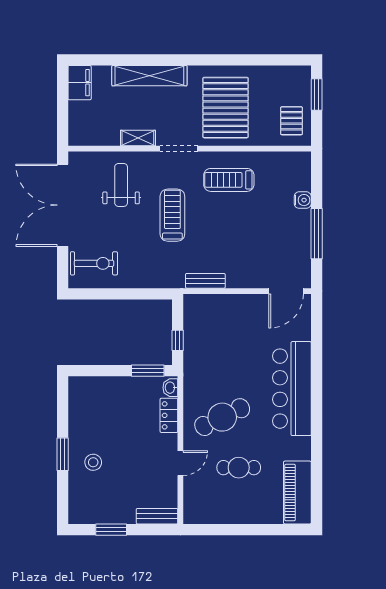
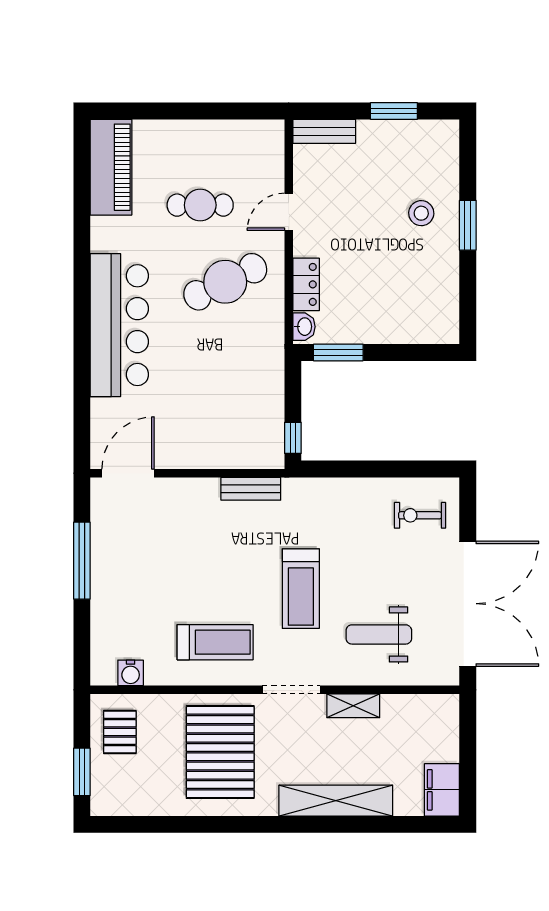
weight bench: (121, 185) -> (379, 634), turned 90
water cooler: (303, 200) -> (131, 673), moved, turned -90
exercise bike: (94, 263) -> (420, 515), width x0.73, depth x0.72
window: (178, 340) -> (293, 438), moved

